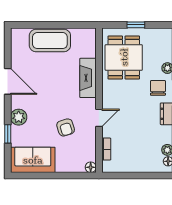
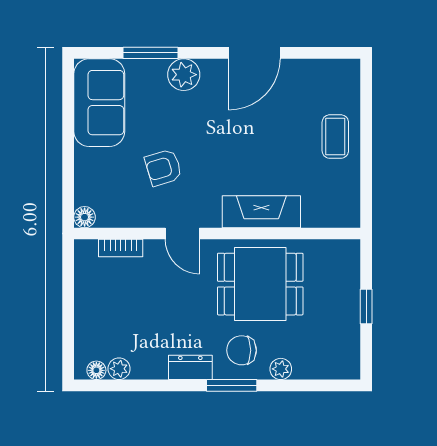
coffee table: (50, 41) -> (335, 137), width x0.54, depth x0.58
dining table: (124, 57) -> (260, 284), moved
chair: (158, 88) -> (242, 350), turned 180
window: (8, 134) -> (151, 53), width x1.50

